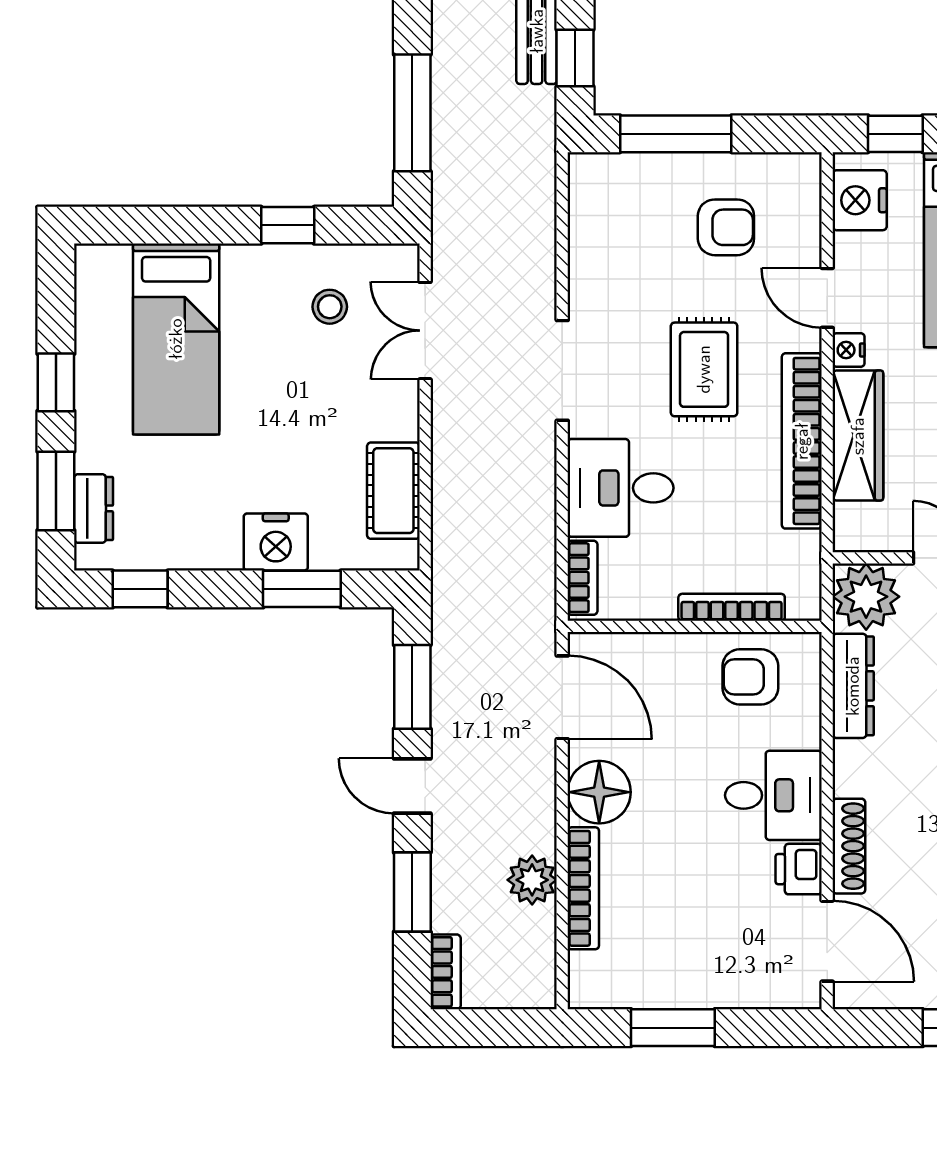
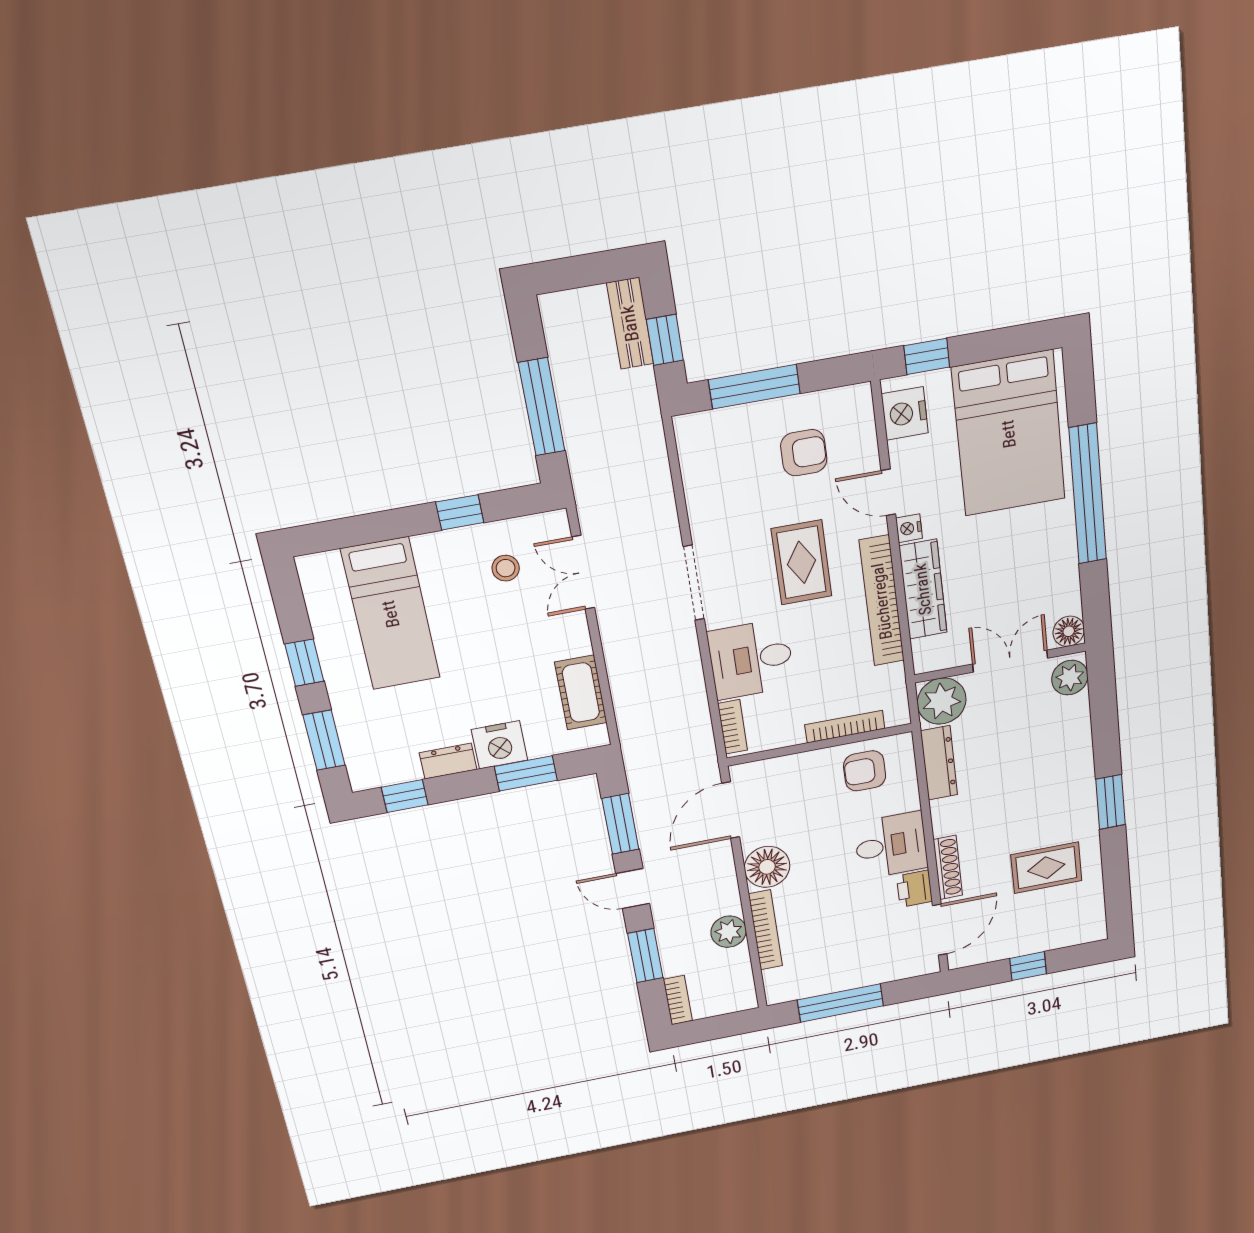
dresser: (93, 508) -> (448, 761), moved, turned -90
door: (562, 697) -> (731, 810), swing flipped
door: (827, 941) -> (940, 930), hinge flipped
window: (673, 1028) -> (840, 1003), width x1.44

